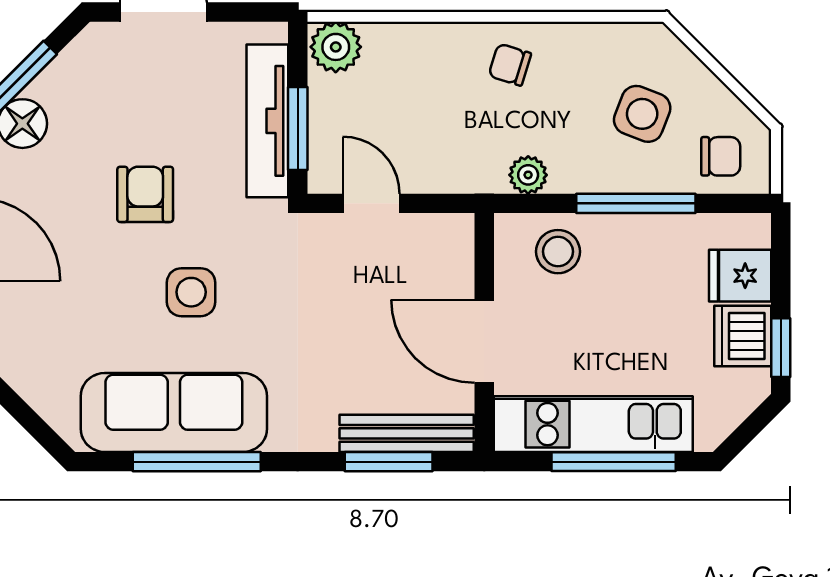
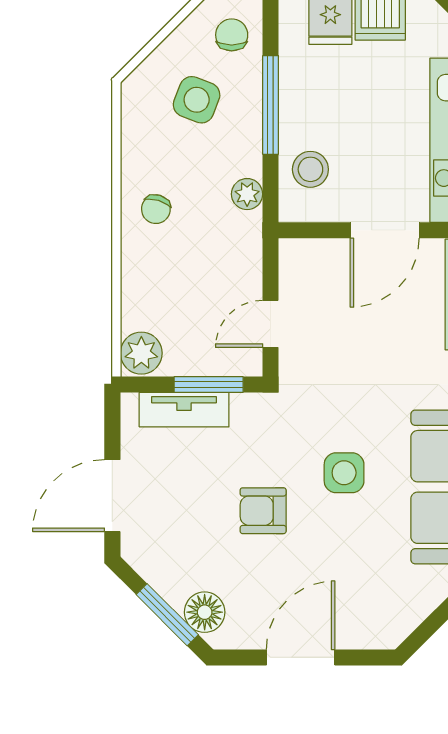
tv unit: (267, 121) -> (184, 410), width x0.71

